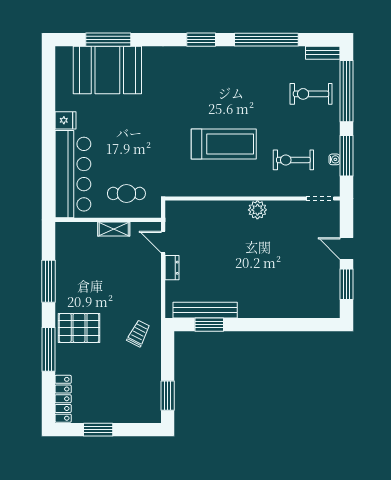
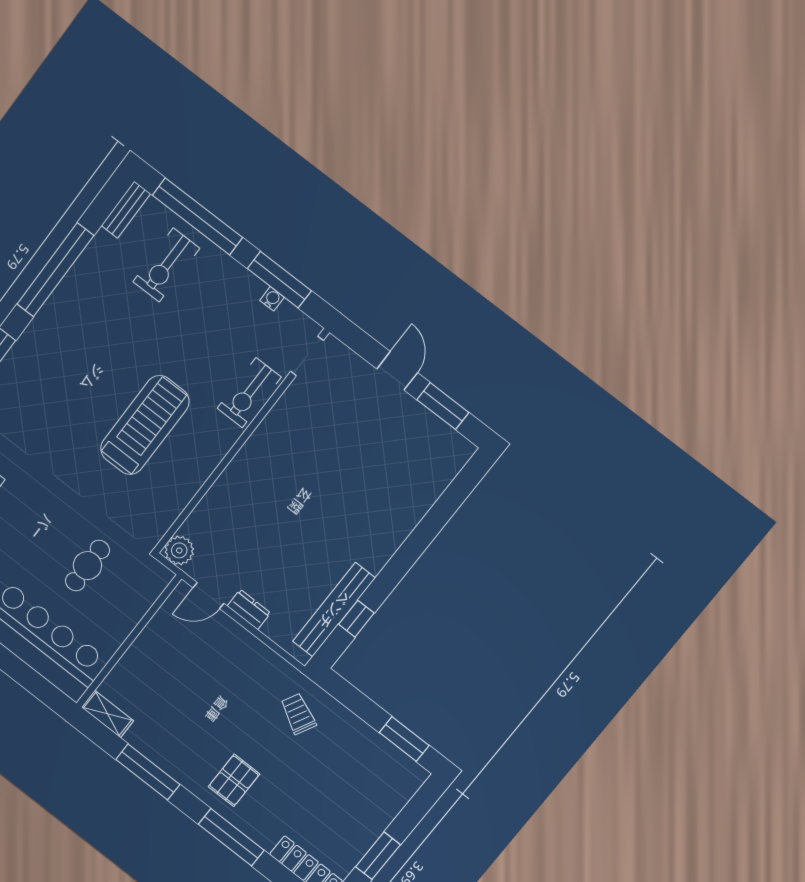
exercise bike: (293, 160) -> (249, 393), moved
cafe table: (126, 193) -> (87, 566), moved
plant: (257, 210) -> (179, 550), moved
shelving: (114, 229) -> (108, 714), moved, turned 90
door: (347, 248) -> (397, 371), swing flipped
window: (209, 325) -> (356, 619), width x0.67
pallet: (79, 328) -> (234, 780), width x0.67, depth x0.71

